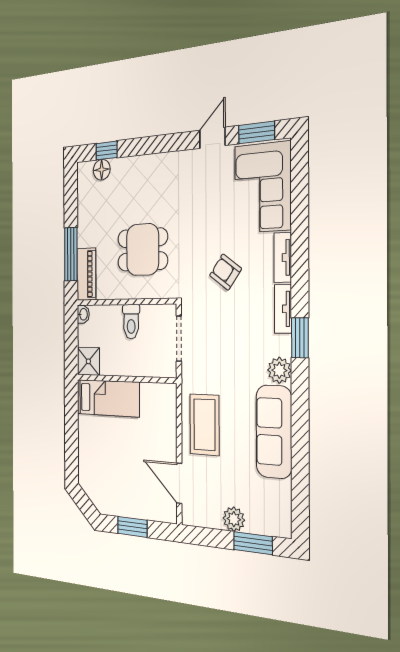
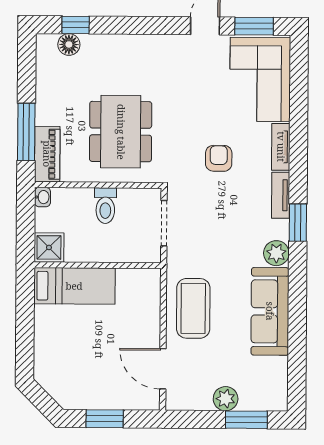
dining table: (143, 250) -> (121, 132), width x1.38
armchair: (226, 272) -> (219, 158), turned 54

